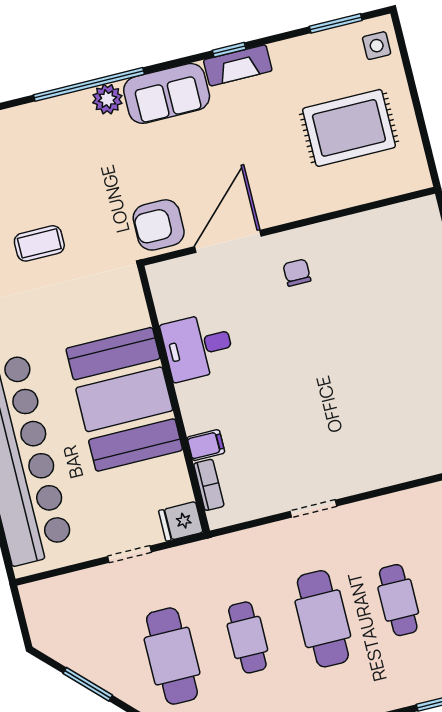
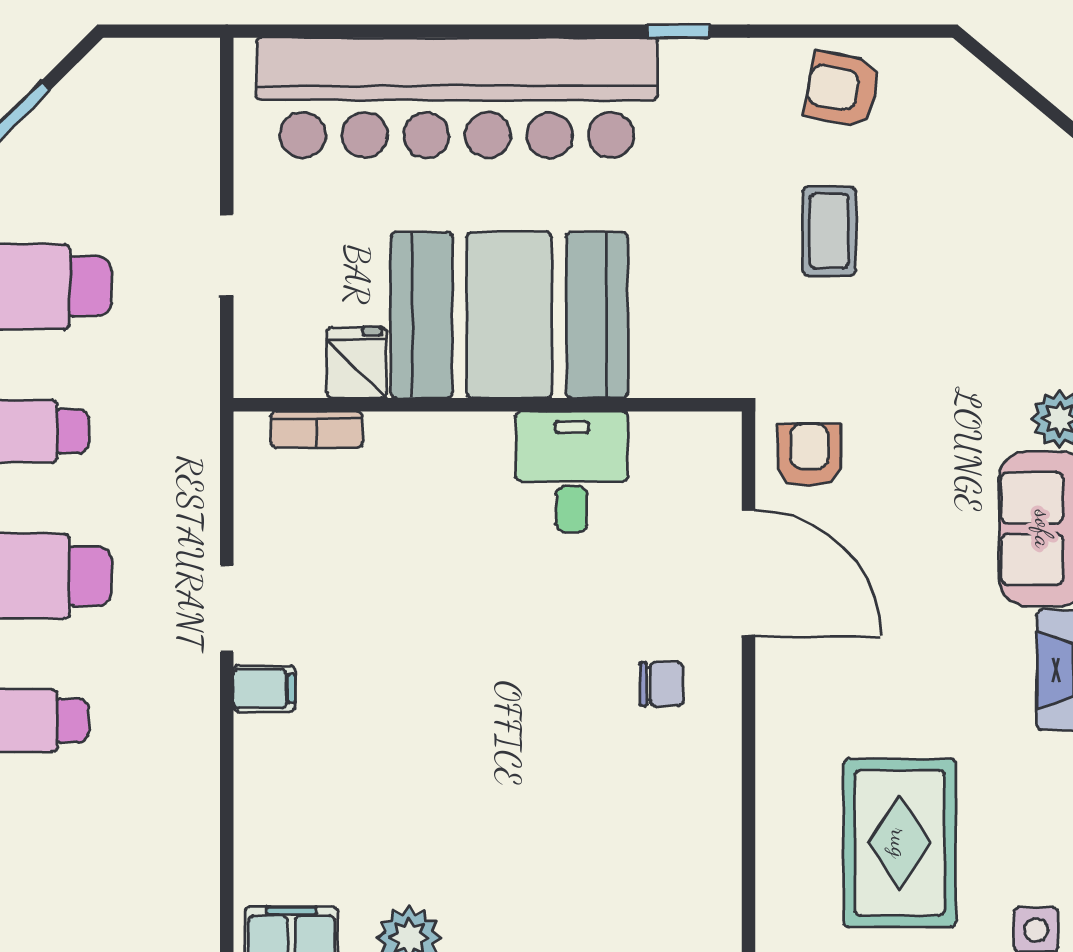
armchair: (159, 225) -> (809, 455), width x0.72, depth x0.72
filing cabinet: (206, 445) -> (264, 689), moved, turned -90
fridge: (181, 521) -> (357, 363), moved

